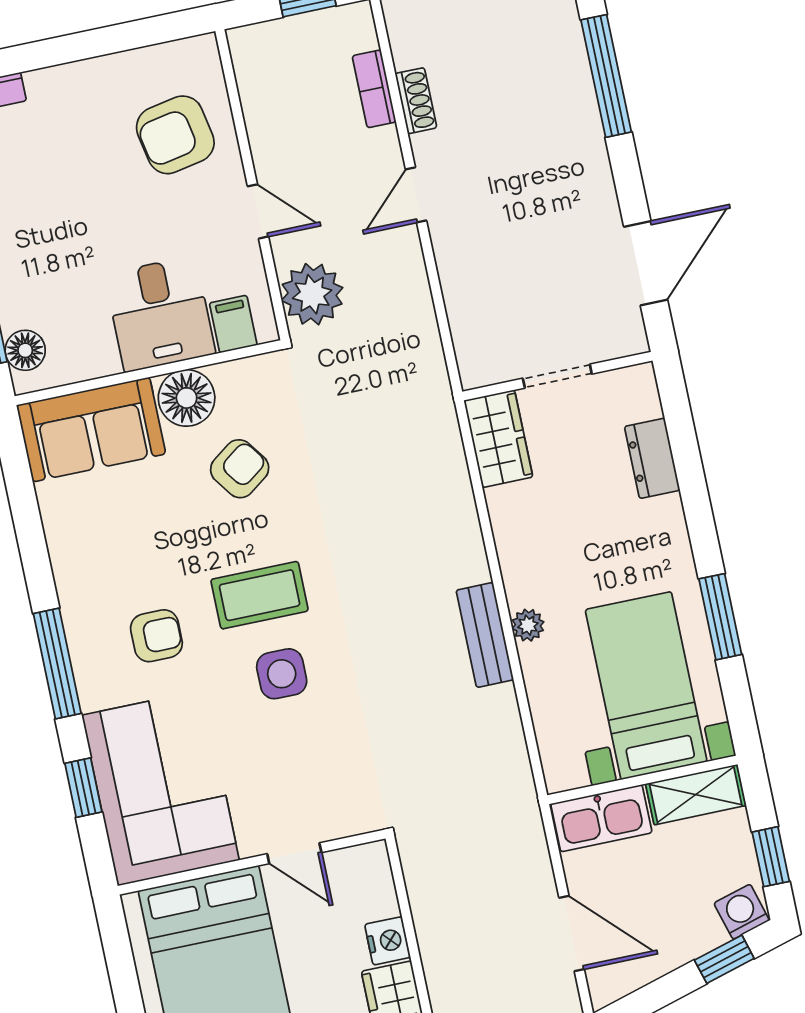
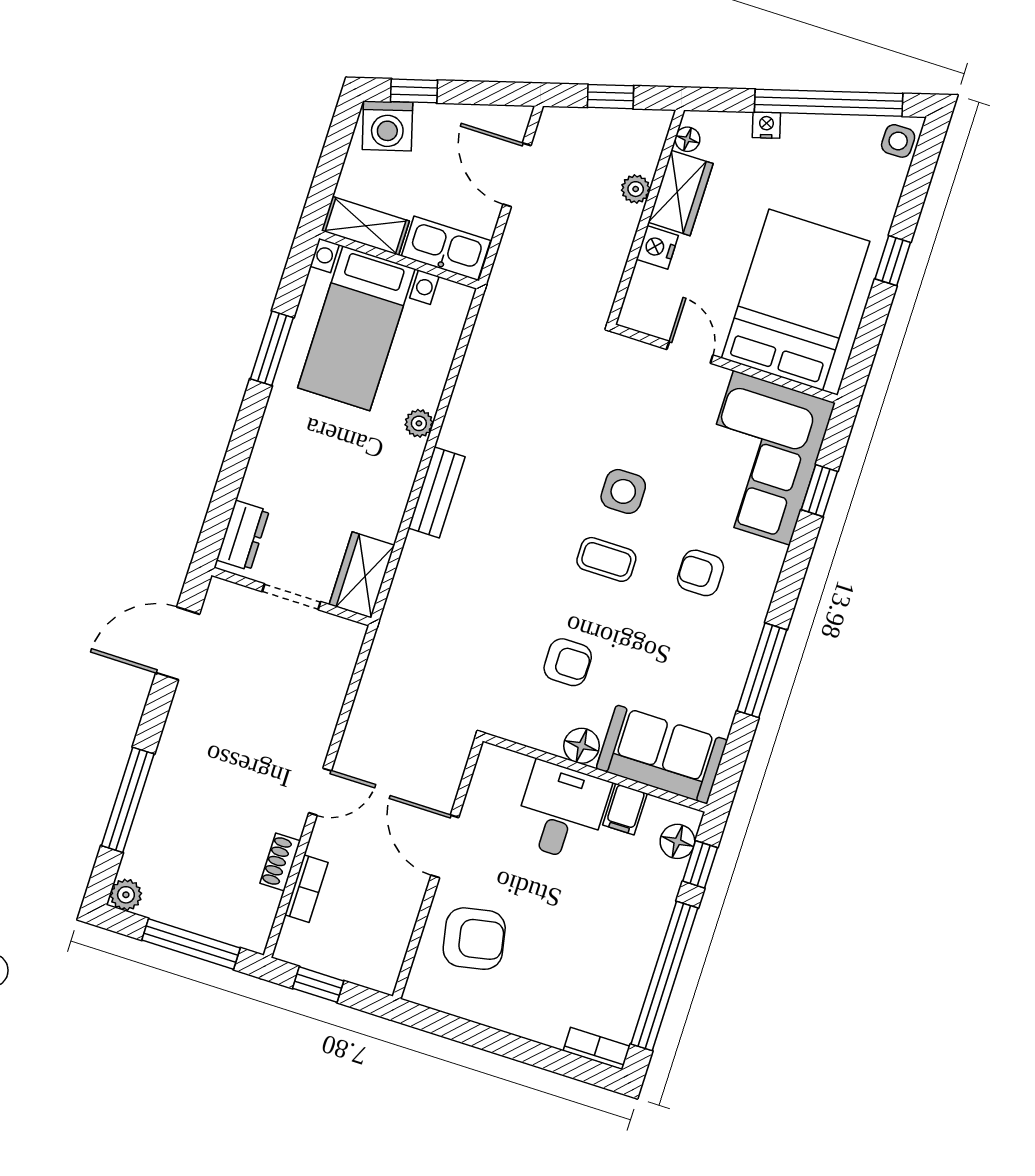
door: (258, 211) -> (445, 846), width x1.38
plant: (312, 294) -> (636, 189), moved, width x0.53, depth x0.53
filing cabinet: (233, 324) -> (625, 809), moved
floor lamp: (187, 398) -> (582, 746), width x0.73, depth x0.73
dresser: (652, 458) -> (243, 535), moved
armchair: (240, 469) -> (568, 662), turned -144
coffee table: (260, 595) -> (606, 559), width x0.73, depth x0.77
bench: (485, 635) -> (437, 492), moved
window: (57, 664) -> (762, 670), moved
window: (771, 857) -> (336, 148), removed
washing machine: (742, 912) -> (387, 126), width x1.38, depth x1.38

